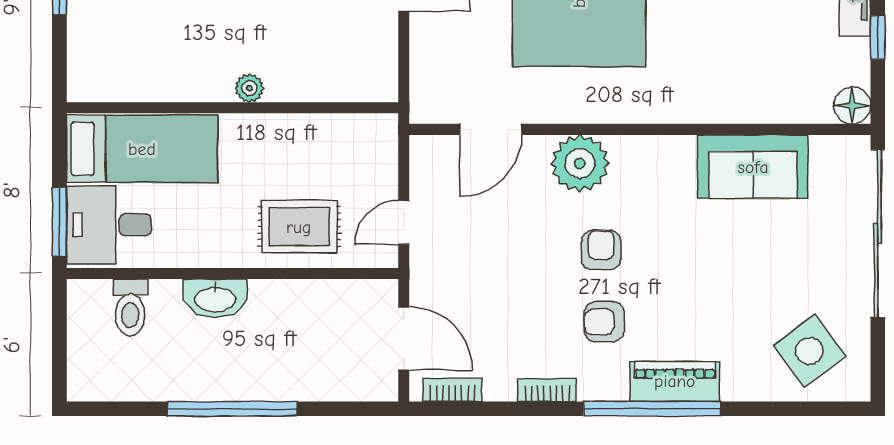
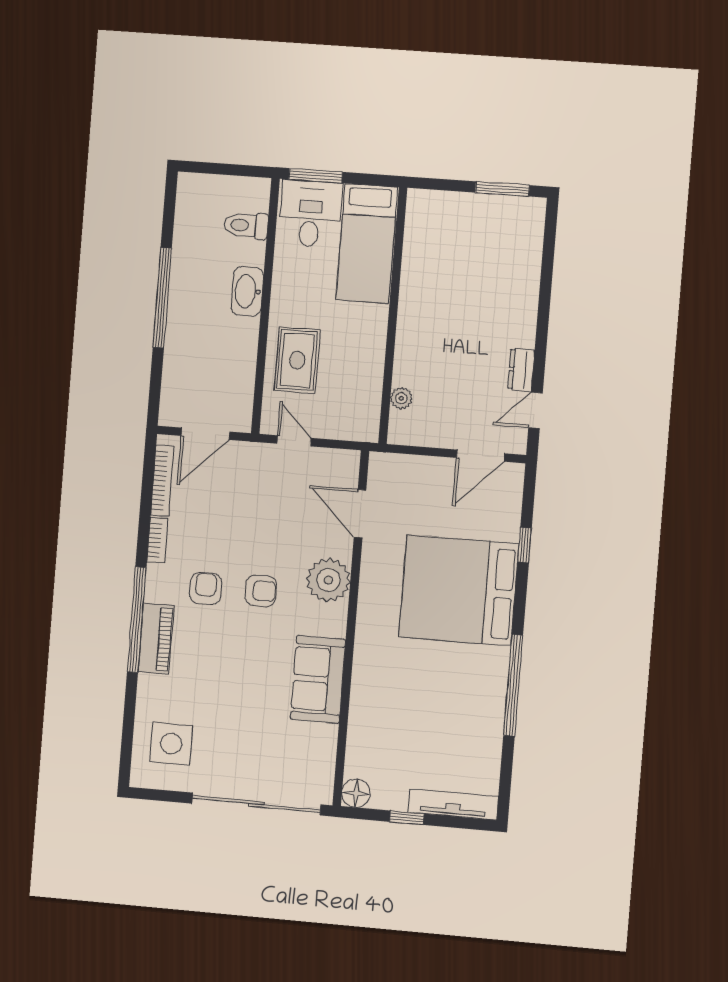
plant: (250, 88) -> (401, 398), moved
sofa: (753, 167) -> (318, 679), moved
side table: (809, 351) -> (171, 744), turned 37
bookcase: (452, 390) -> (162, 481), width x1.56

